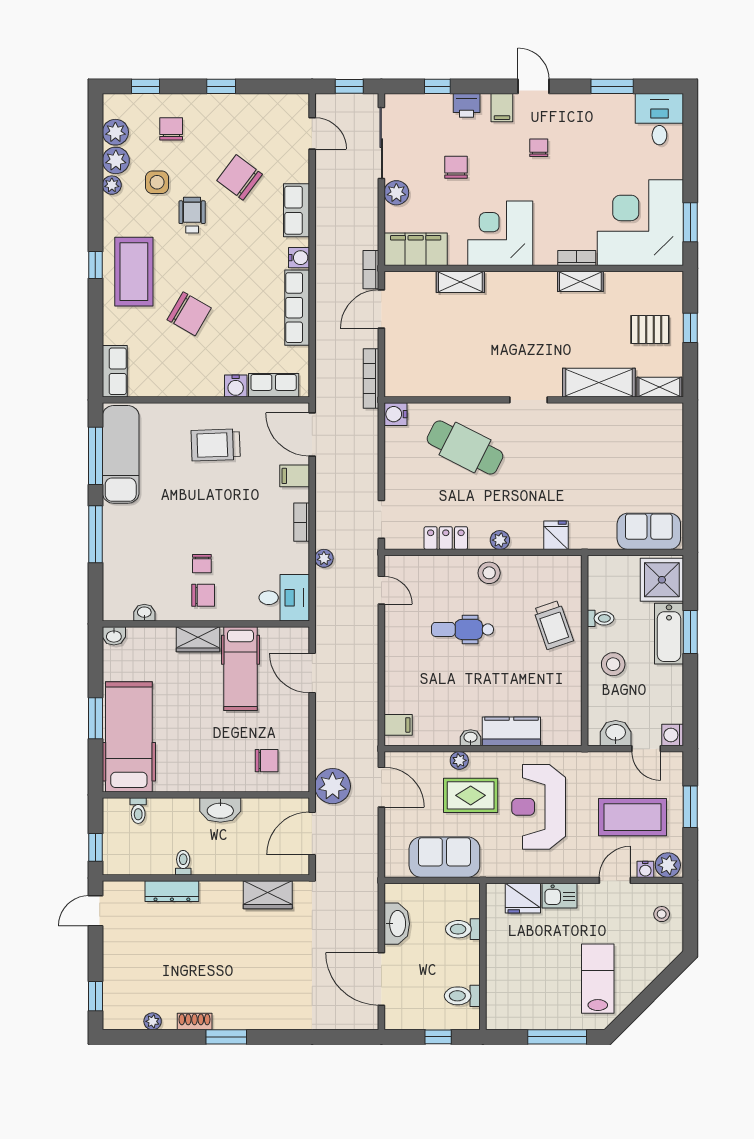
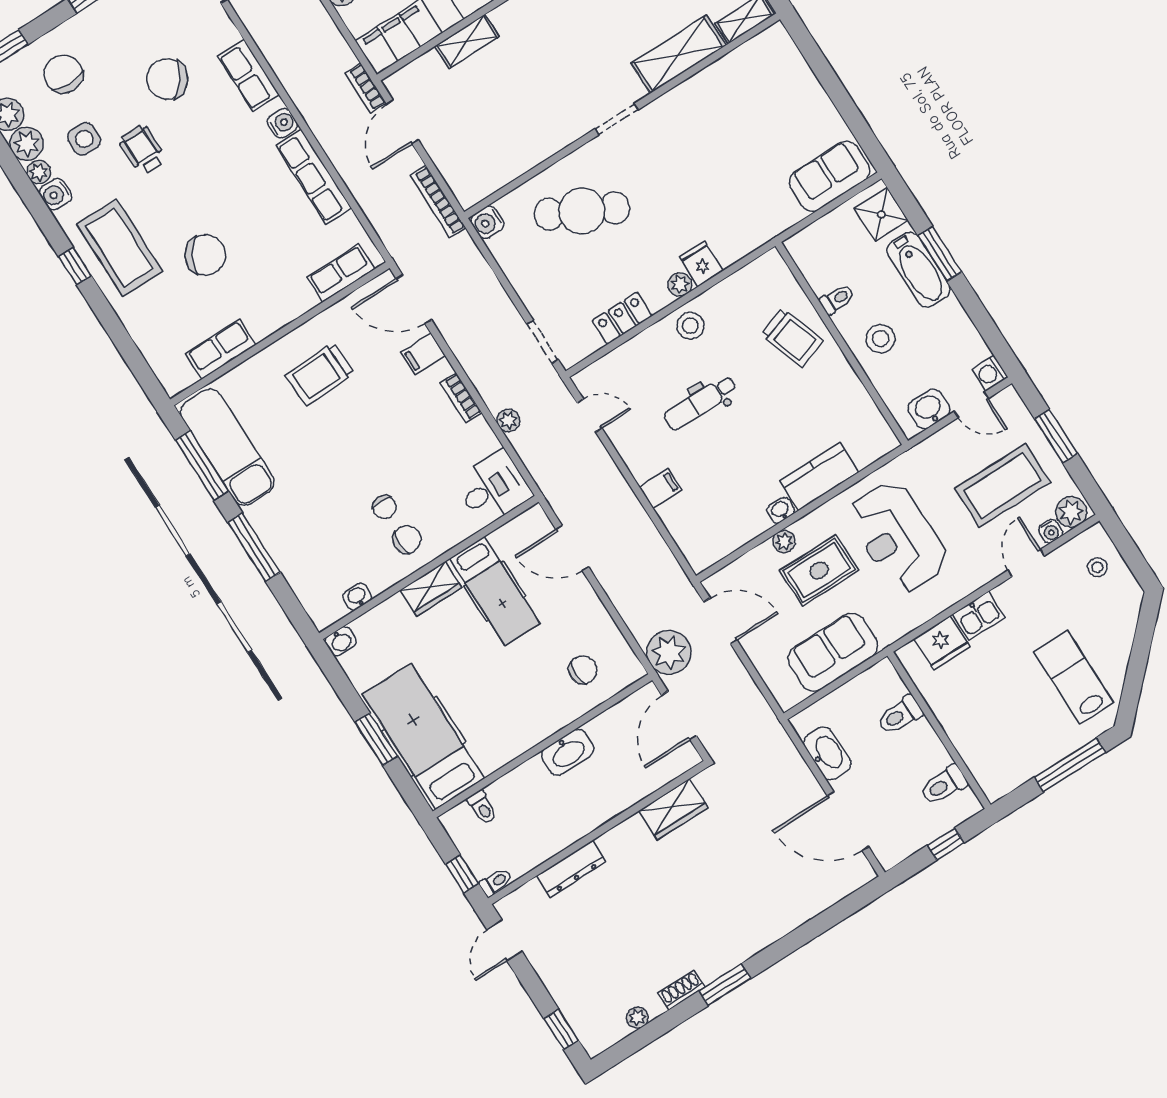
chair: (171, 129) -> (63, 74), width x1.37, depth x1.37
row of seats: (115, 371) -> (221, 349), moved, turned -90
water cooler: (236, 386) -> (55, 194), moved, turned 90
fridge: (556, 535) -> (701, 264), moved
shower: (662, 580) -> (881, 214), width x0.73, depth x0.73
filing cabinet: (398, 725) -> (660, 488), moved
toilet: (183, 863) -> (496, 882), moved, turned 90

